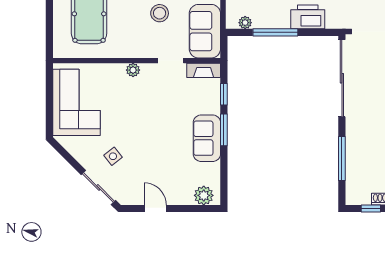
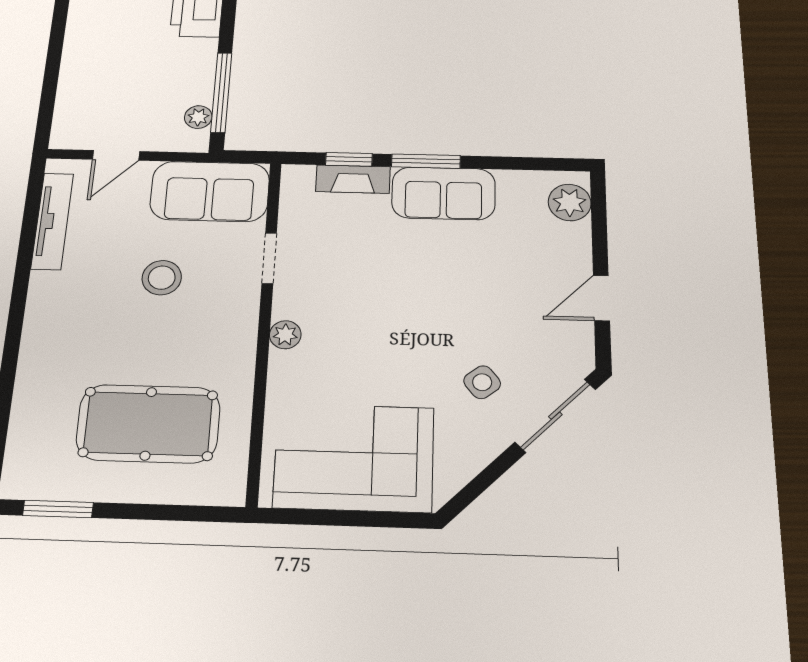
window: (275, 32) -> (221, 92), moved
fireplace: (204, 70) -> (353, 179), moved, turned 90

